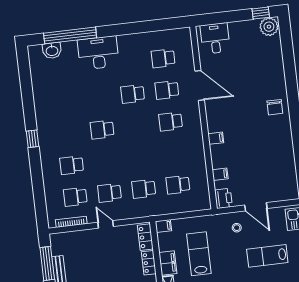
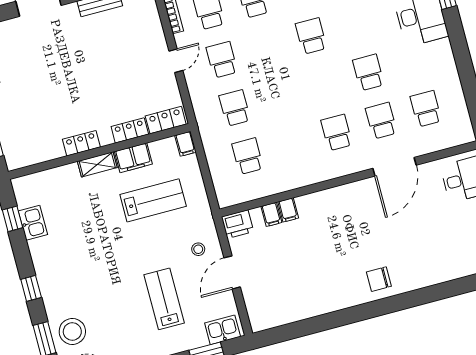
filing cabinet: (216, 138) -> (288, 210), moved

